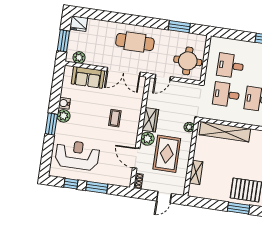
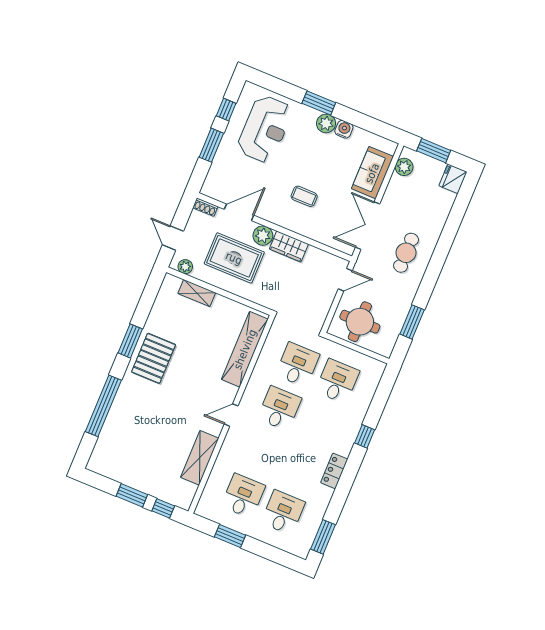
cafe table: (135, 42) -> (406, 253), width x0.73, depth x0.74
door: (163, 77) -> (345, 280), swing flipped
plant: (189, 127) -> (185, 267), moved

